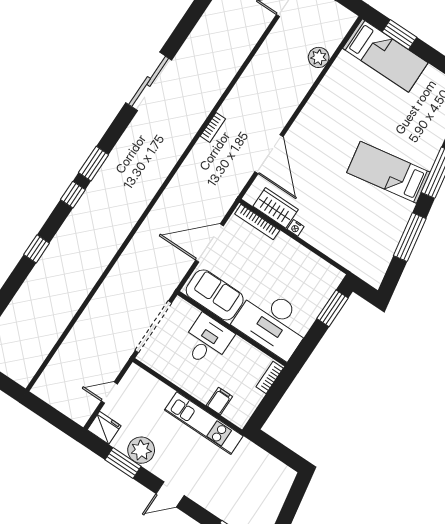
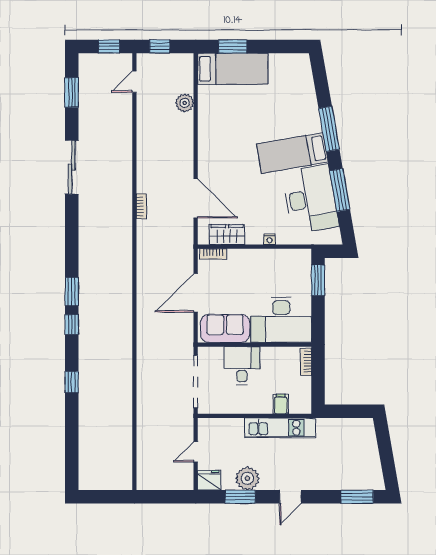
sliding door: (149, 81) -> (72, 167), moved
bookcase: (257, 222) -> (213, 254), width x0.64
desk: (376, 227) -> (310, 199), added
nightstand: (296, 228) -> (270, 239), moved

